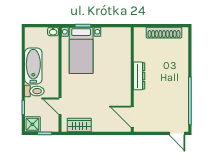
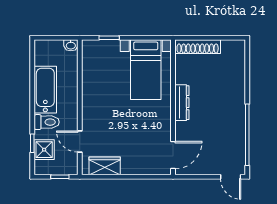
shoe rack: (164, 33) -> (198, 47), moved
bed with nightstands: (81, 50) -> (146, 70), moved
door: (132, 117) -> (173, 155), swing flipped
shower: (32, 124) -> (44, 150), moved

